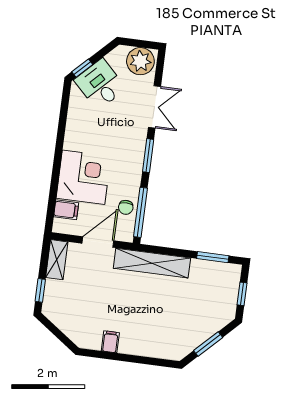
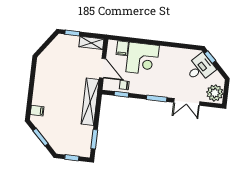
window: (141, 212) -> (121, 94), width x0.46
filing cabinet: (110, 342) -> (37, 111), moved

